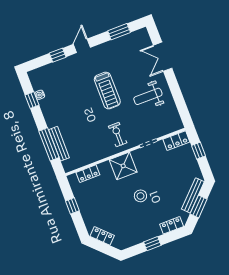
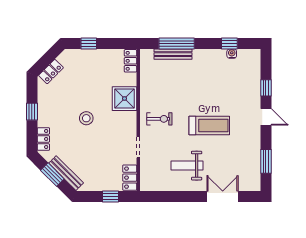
treadmill: (107, 91) -> (209, 126), turned 180
weight bench: (148, 96) -> (187, 166), turned -90
shower: (123, 166) -> (125, 99), moved
locker: (88, 174) -> (130, 61), moved
window: (72, 206) -> (89, 43), moved
locker: (102, 236) -> (51, 72), moved

